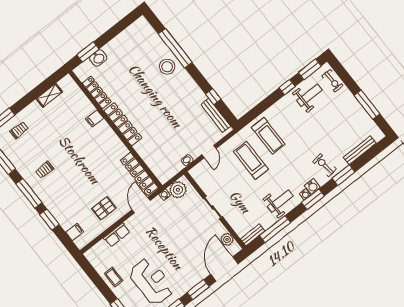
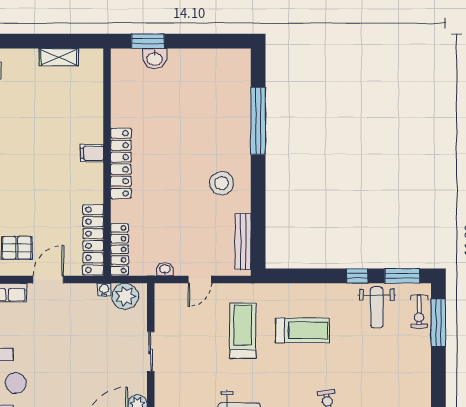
stool: (167, 67) -> (222, 183), moved
locker: (97, 92) -> (119, 249), moved
weight bench: (309, 95) -> (377, 307), turned 90
window: (213, 97) -> (258, 216), removed
window: (367, 105) -> (438, 323), moved
filing cabinet: (95, 118) -> (92, 153), moved
treadmill: (268, 136) -> (303, 330), moved, turned -90
door: (141, 205) -> (48, 280), moved

